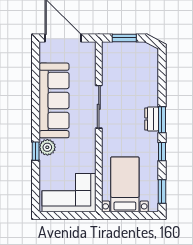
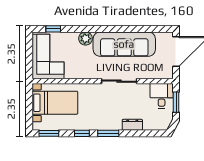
desk: (117, 55) -> (162, 96), added
dresser: (152, 119) -> (132, 125), moved
window: (36, 151) -> (53, 29), moved

